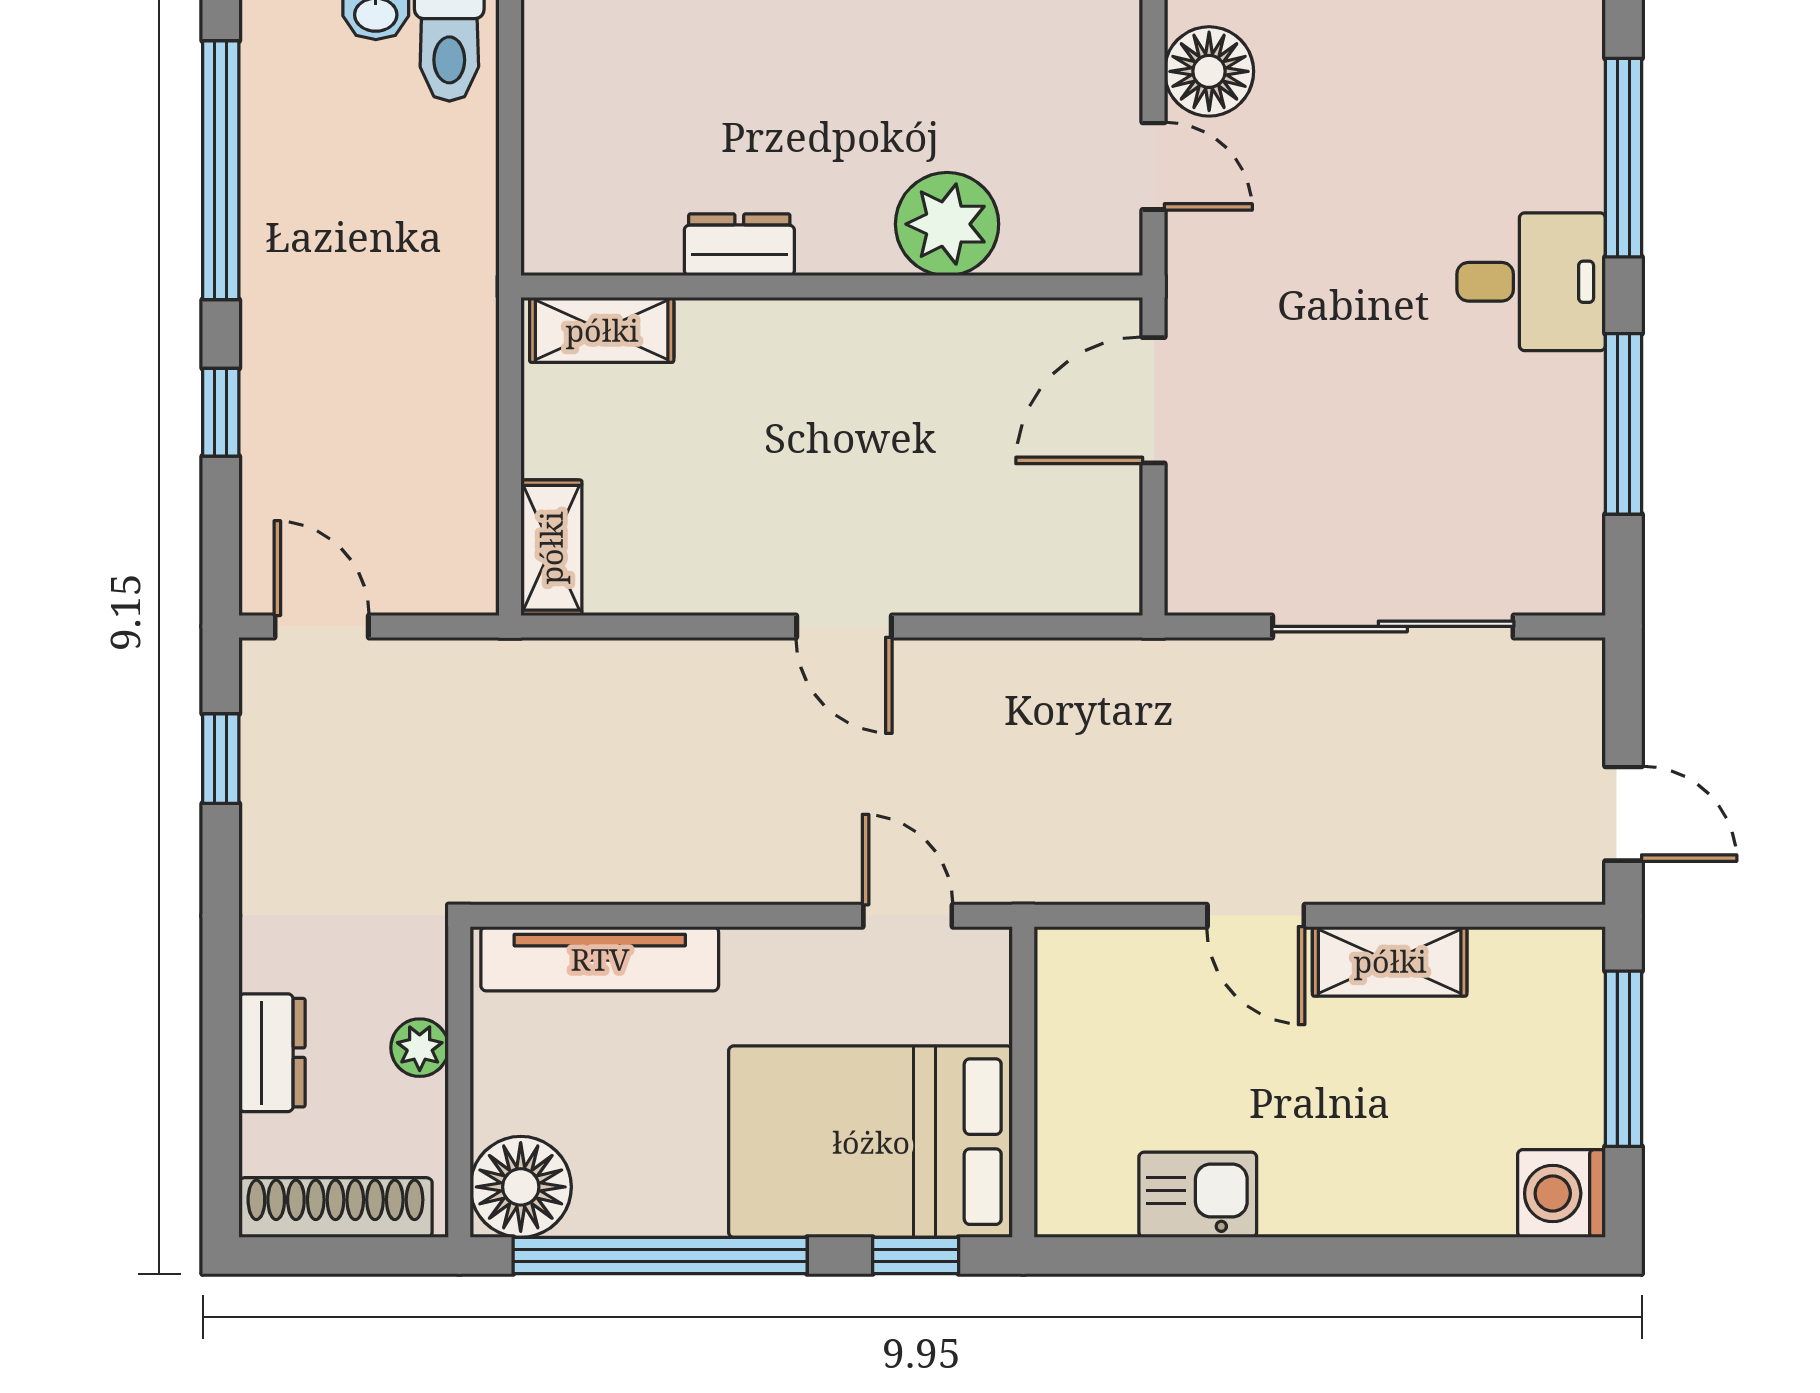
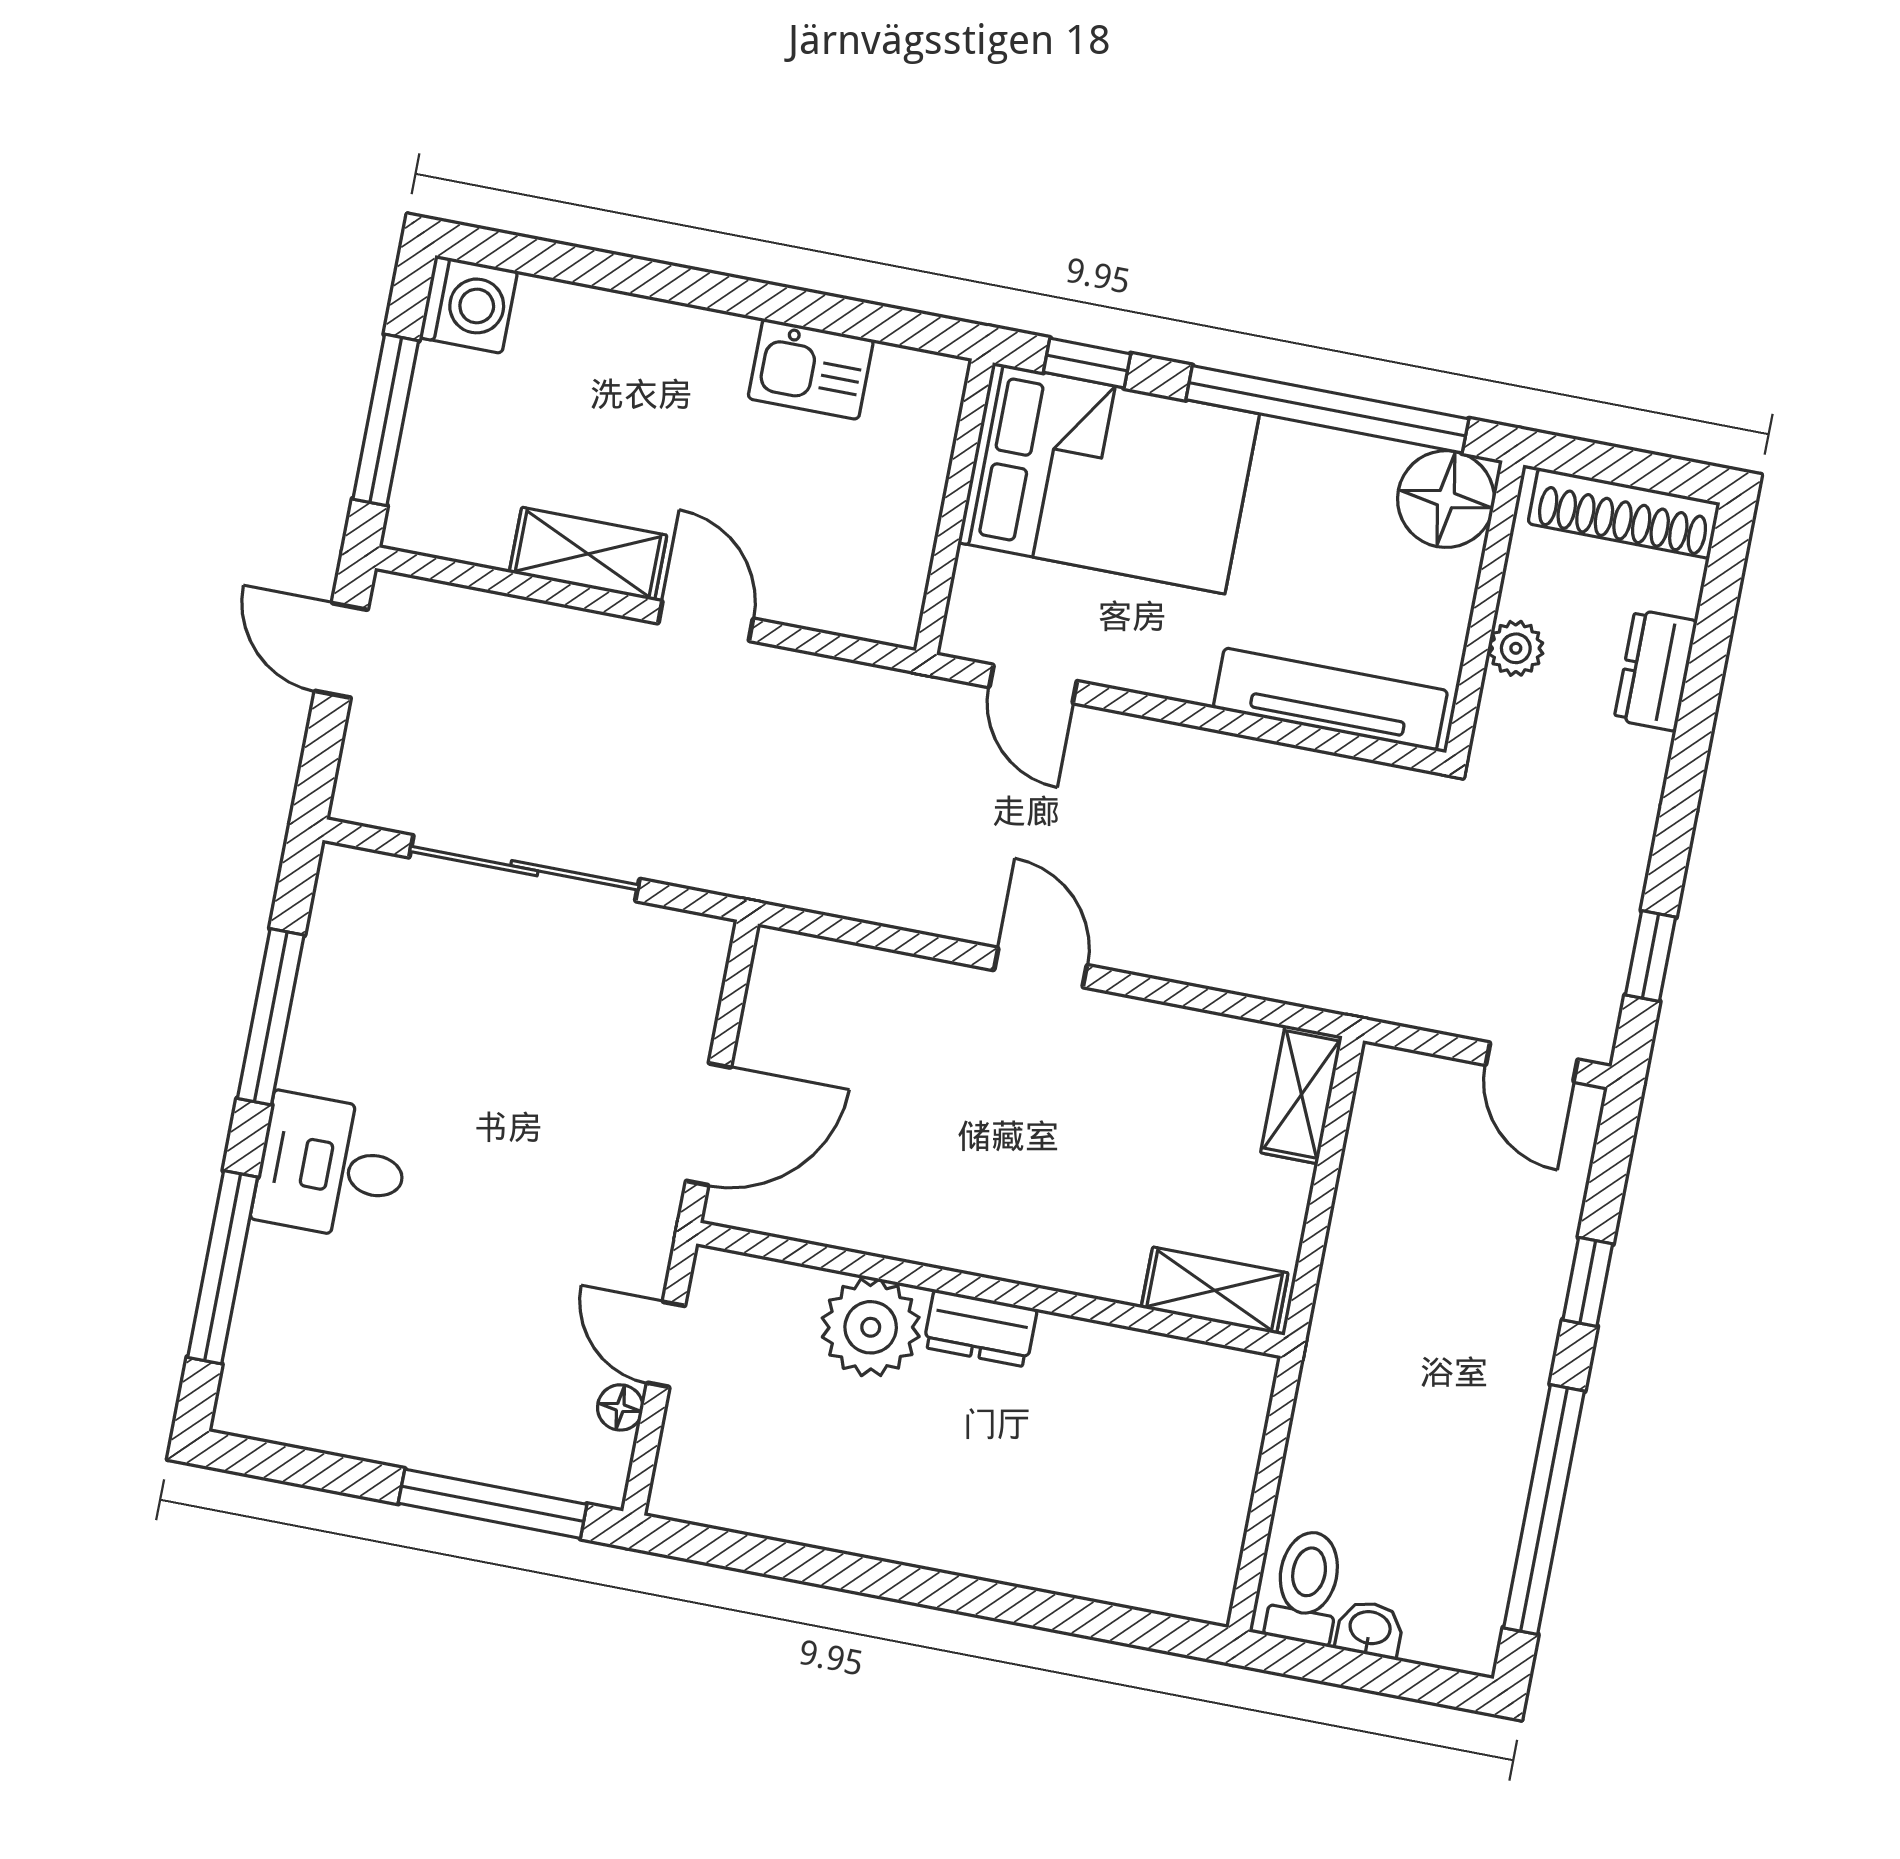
floor lamp: (1209, 71) -> (620, 1407), width x0.53, depth x0.53
dresser: (739, 245) -> (980, 1328), moved

